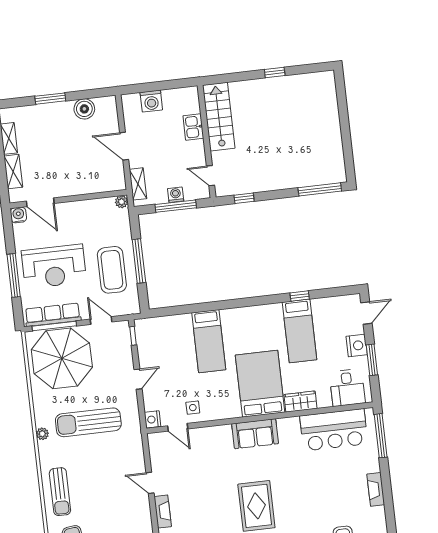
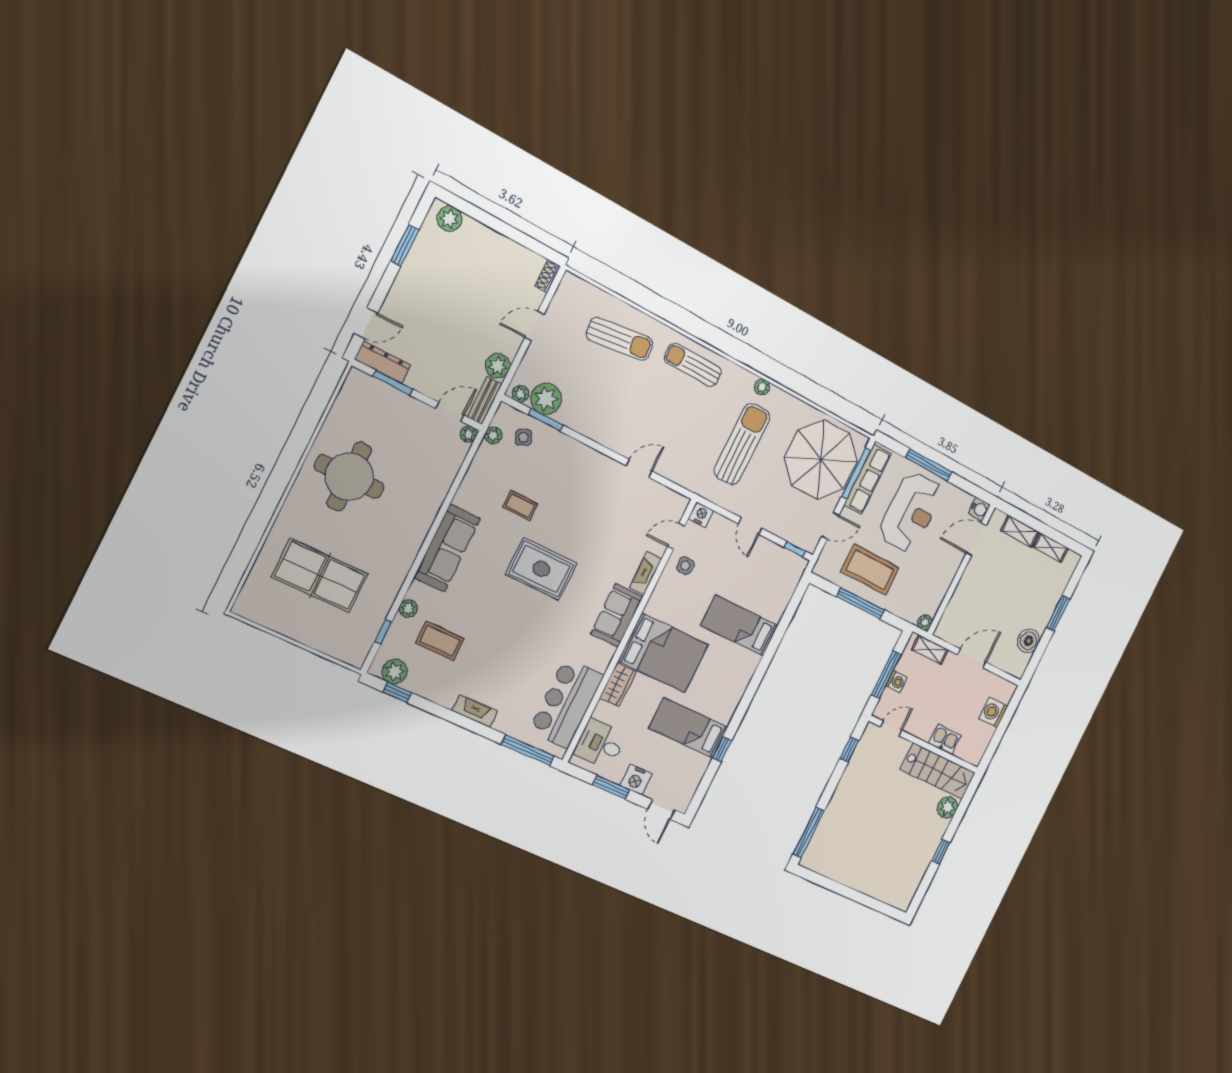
plant: (240, 90) -> (947, 807), added
reception desk: (54, 266) -> (911, 512), turned 180
fireplace: (163, 512) -> (645, 573), moved, turned 90

